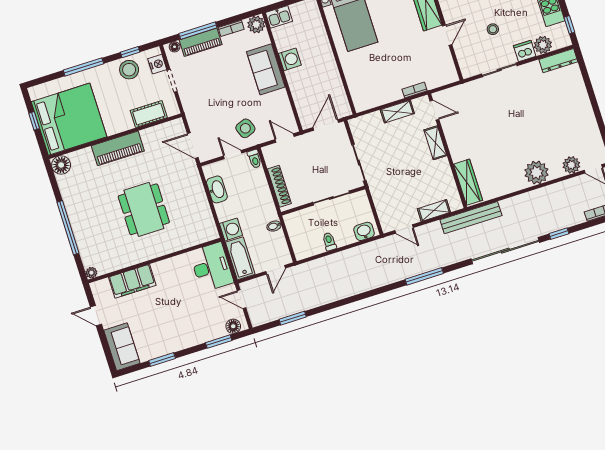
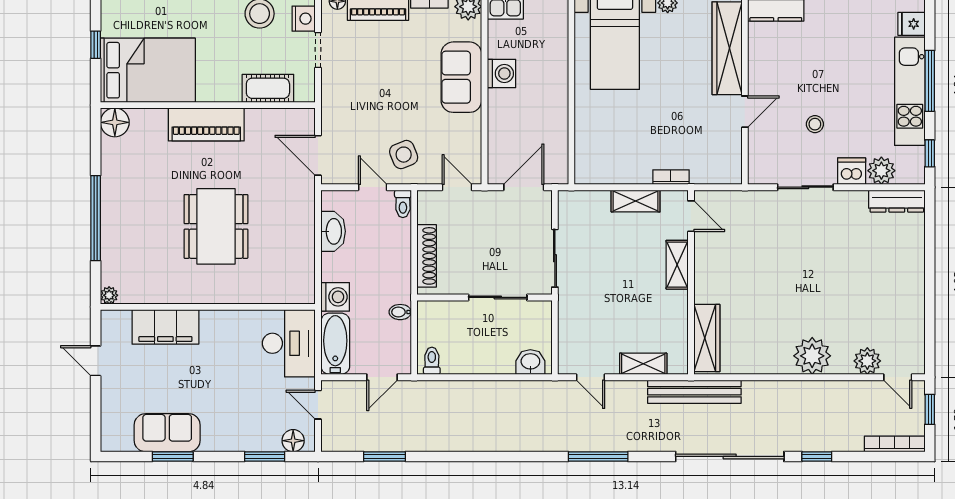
bed: (69, 119) -> (148, 70), width x0.73
toilet: (329, 242) -> (432, 361), moved
sofa: (122, 347) -> (167, 433), moved, turned -90

